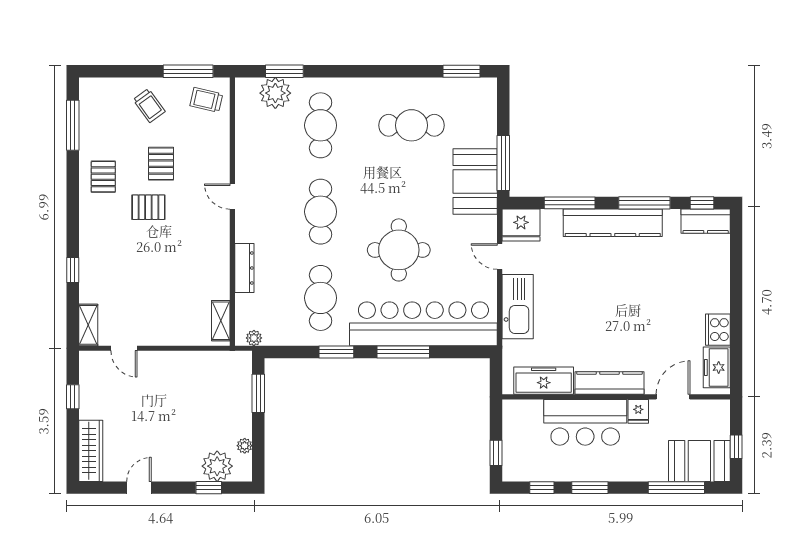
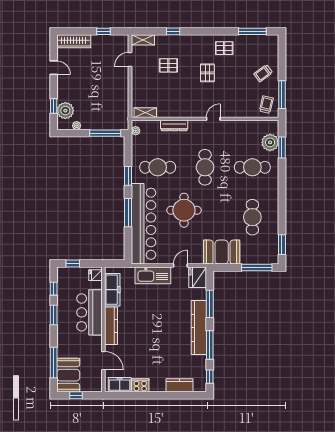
window: (503, 163) -> (257, 268), moved
pallet: (161, 164) -> (168, 65), moved
cafe table: (321, 212) -> (205, 167), turned 90
kitchen counter: (706, 221) -> (179, 385), moved, turned 90
window: (258, 393) -> (105, 133), width x1.44
fridge: (638, 411) -> (95, 275), moved

